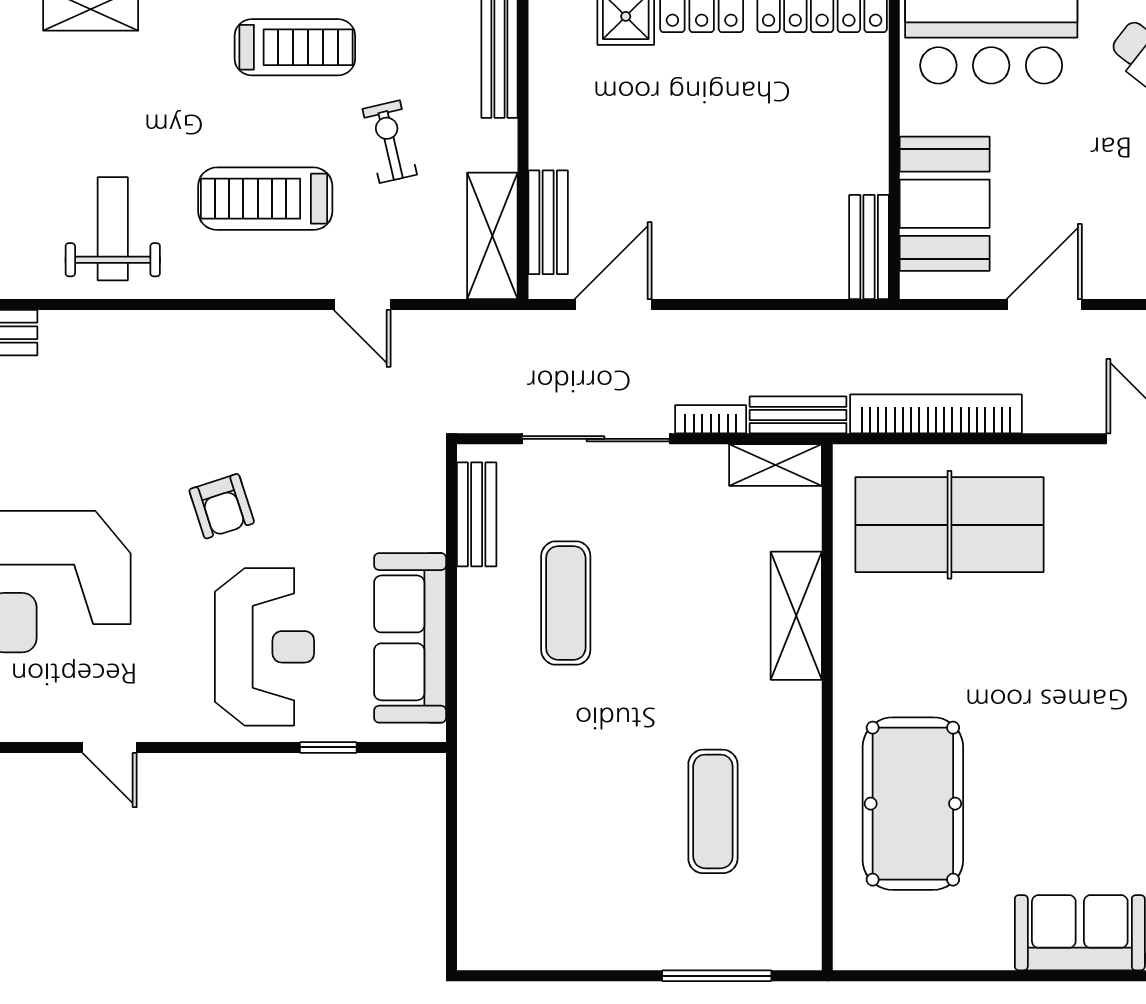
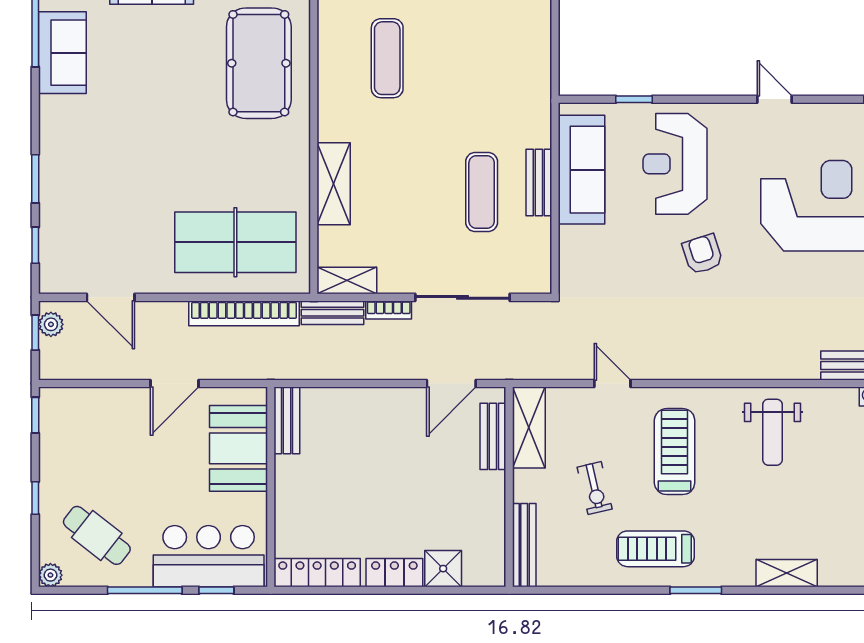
treadmill: (265, 199) -> (675, 452), turned -90
bench: (477, 514) -> (539, 182), moved

